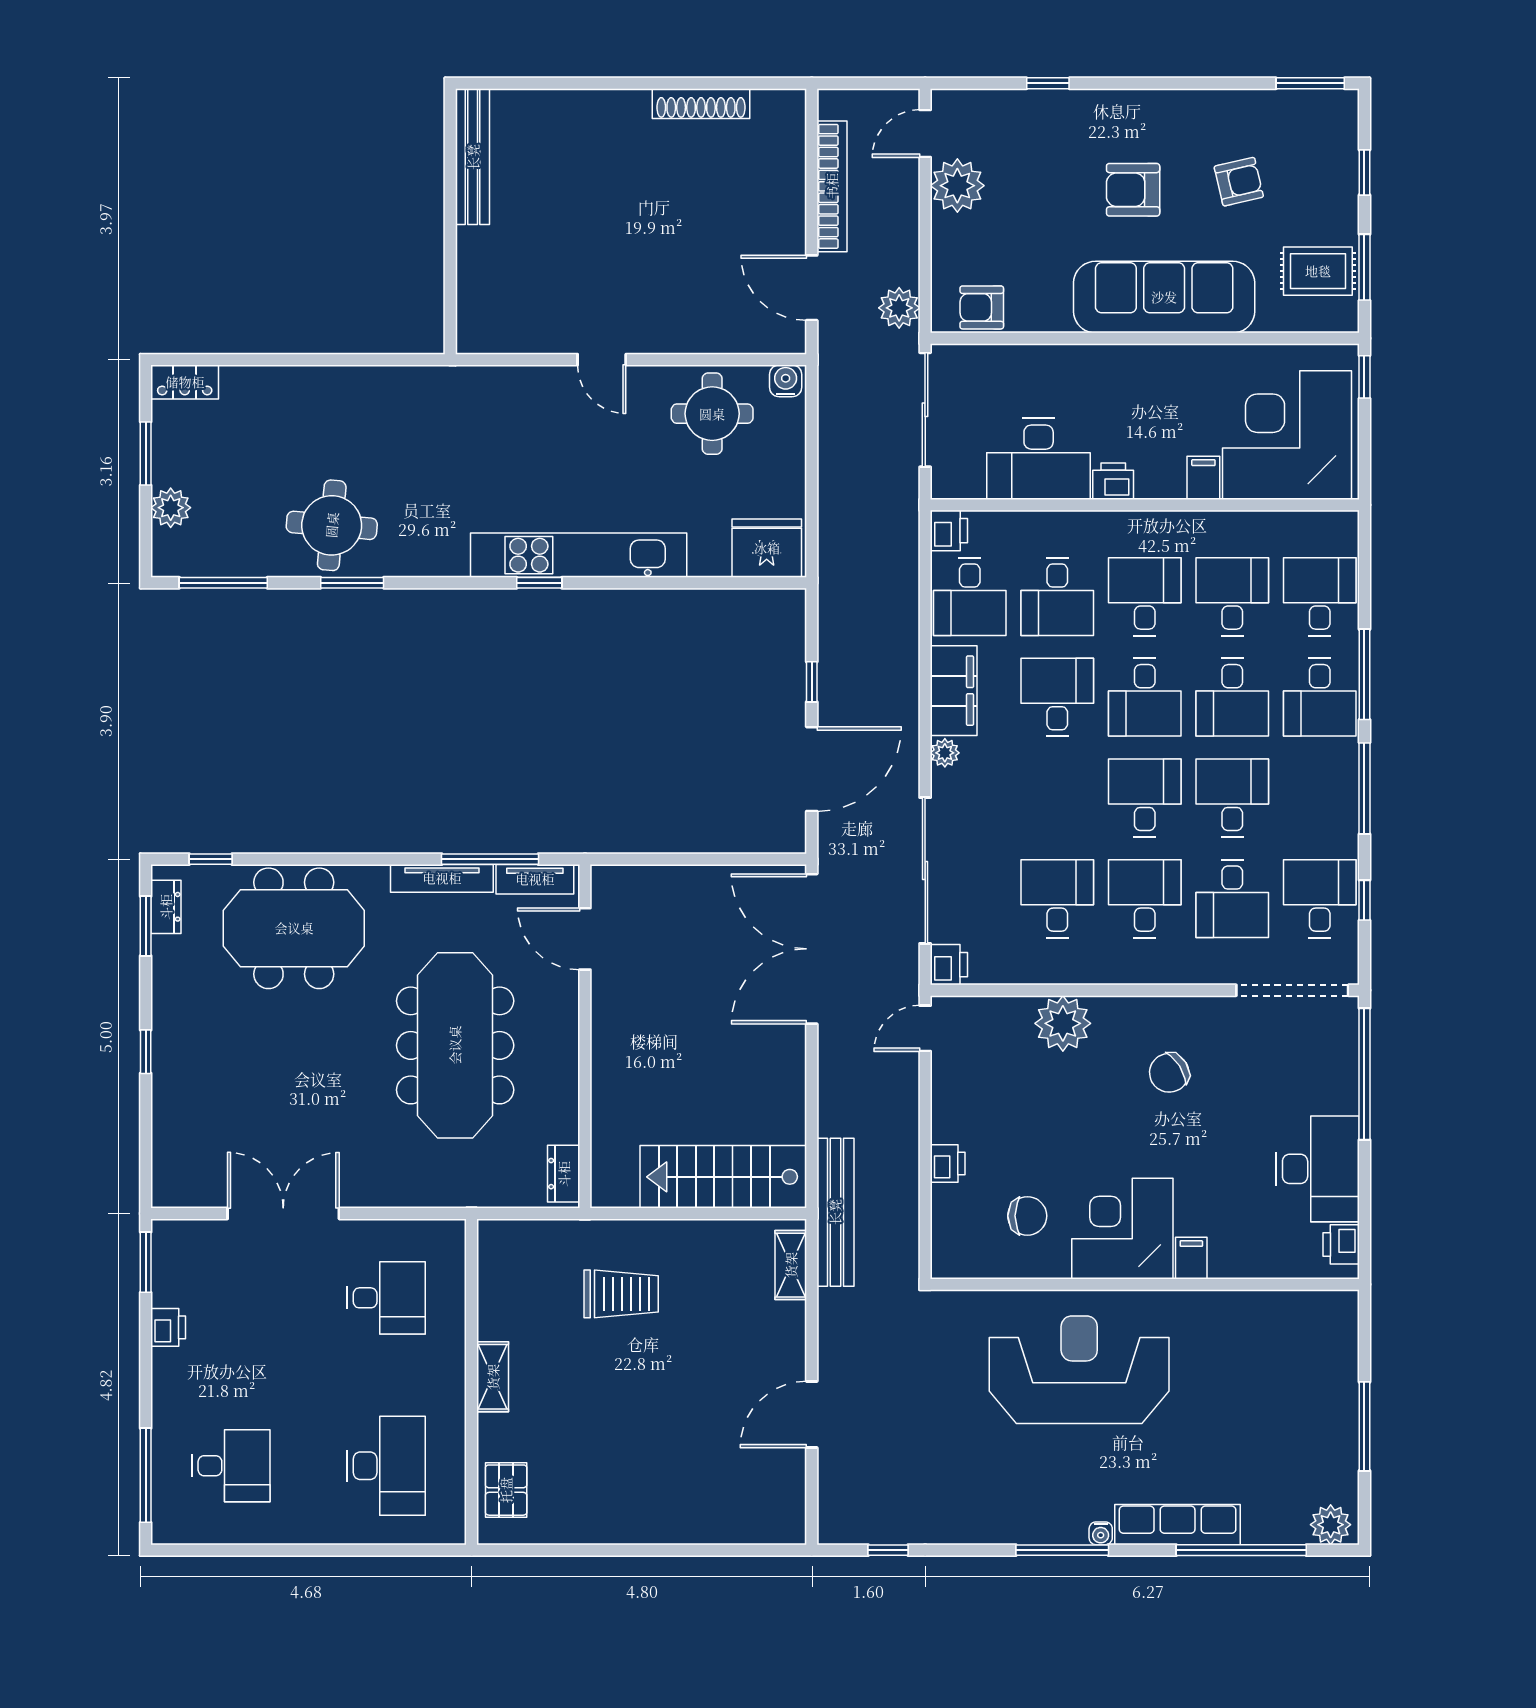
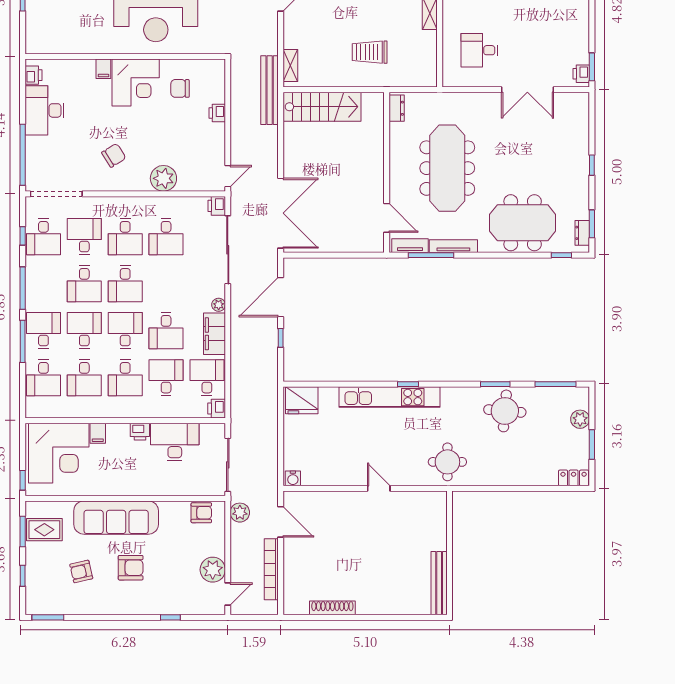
round table: (712, 414) -> (447, 462), moved
printer: (168, 1327) -> (581, 74), moved

